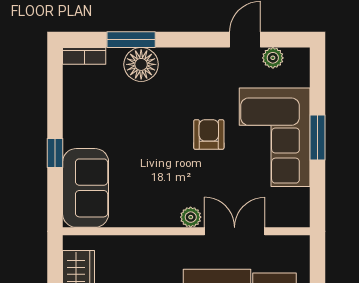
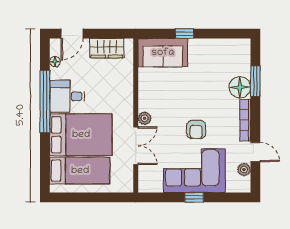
bookcase: (84, 56) -> (245, 120), moved, width x1.56
armchair: (209, 135) -> (196, 130), turned 90
window: (317, 137) -> (194, 197), width x0.67

